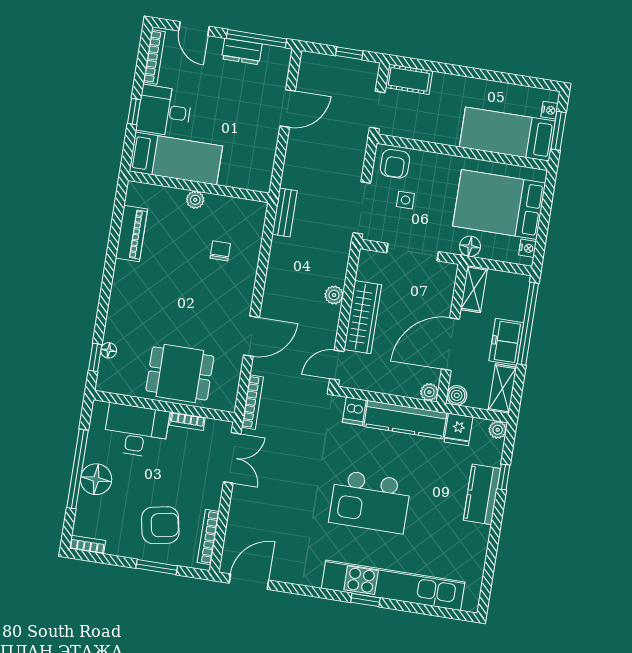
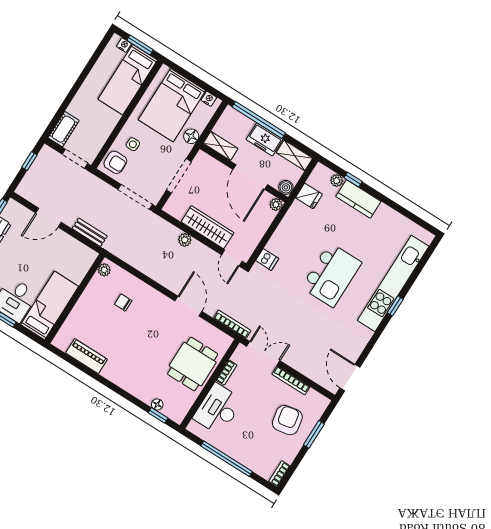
door: (288, 109) -> (48, 218), swing flipped
plant: (195, 200) -> (104, 270), moved
side table: (405, 200) -> (133, 144), moved
bench: (285, 212) -> (90, 232), moved
kitchen counter: (405, 420) -> (287, 228), removed
plant: (498, 430) -> (337, 181), moved
floor lamp: (96, 479) -> (239, 449), removed
bookcase: (208, 537) -> (291, 381), moved

